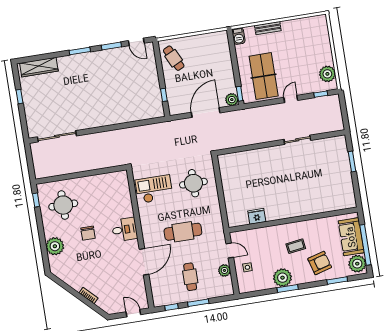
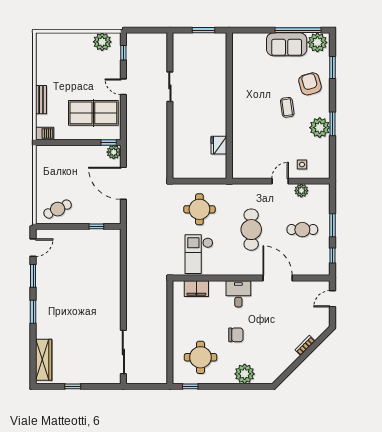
filing cabinet: (123, 192) -> (196, 289), added
fridge: (257, 216) -> (219, 145), moved
wall: (293, 220) -> (229, 106), moved

